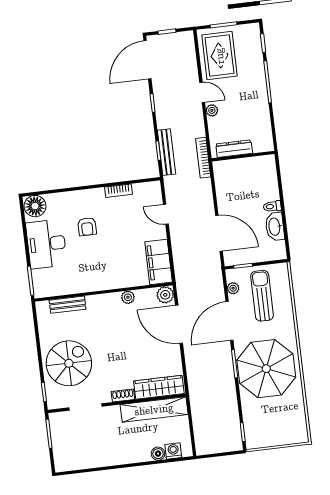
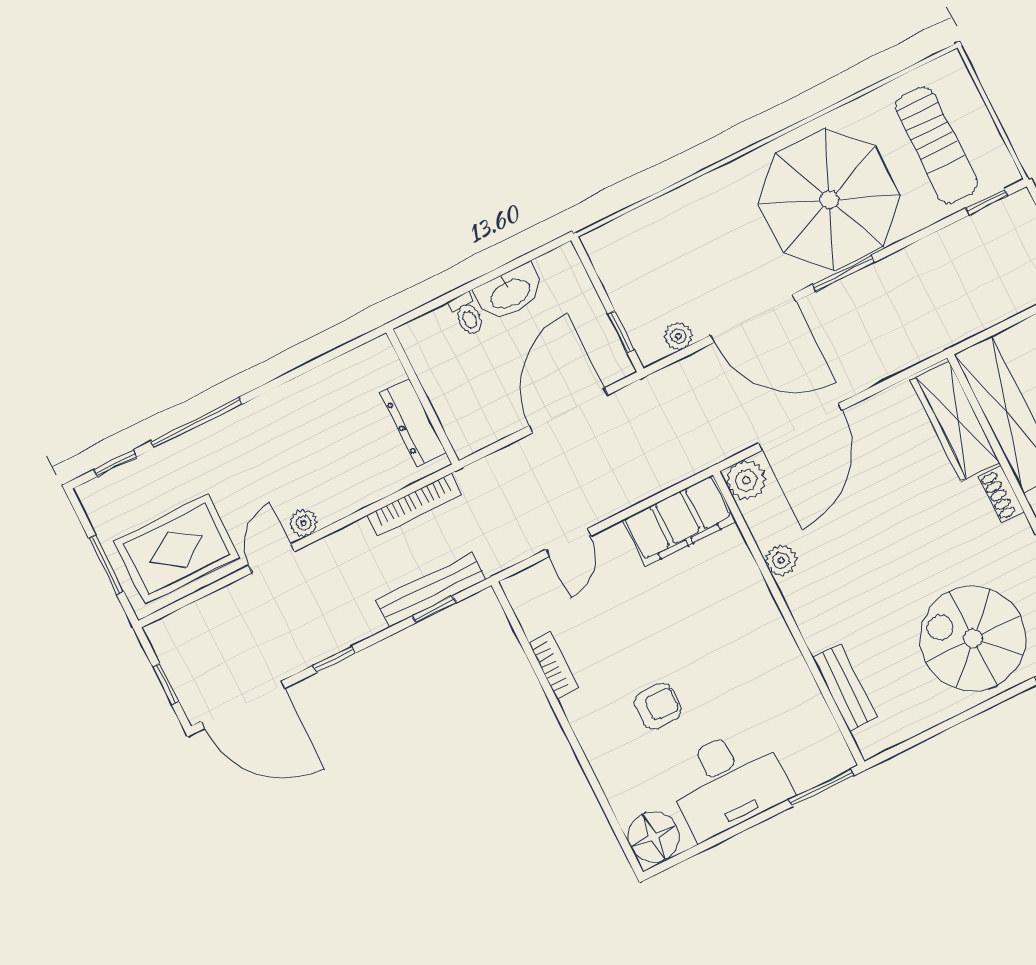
dresser: (234, 149) -> (413, 422), moved
wall: (243, 156) -> (422, 397), moved
sun lounger: (262, 296) -> (936, 145), moved, turned -90

